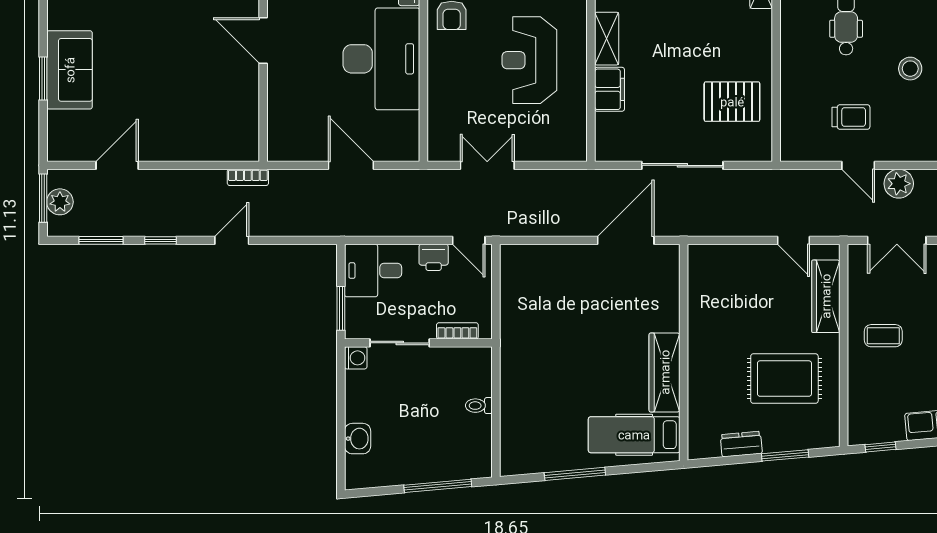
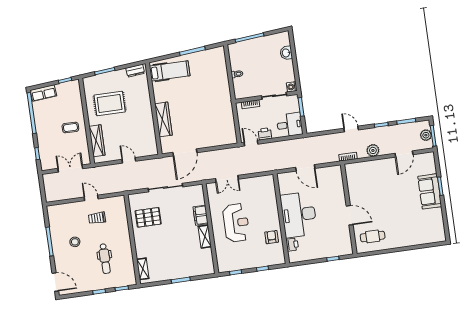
double door: (487, 165) -> (227, 179), moved
plant: (899, 184) -> (373, 150), moved
door: (232, 240) -> (351, 129), swing flipped
door: (793, 240) -> (129, 160), moved
wardrobe: (665, 372) -> (163, 119), moved
dresser: (741, 444) -> (135, 71), moved

